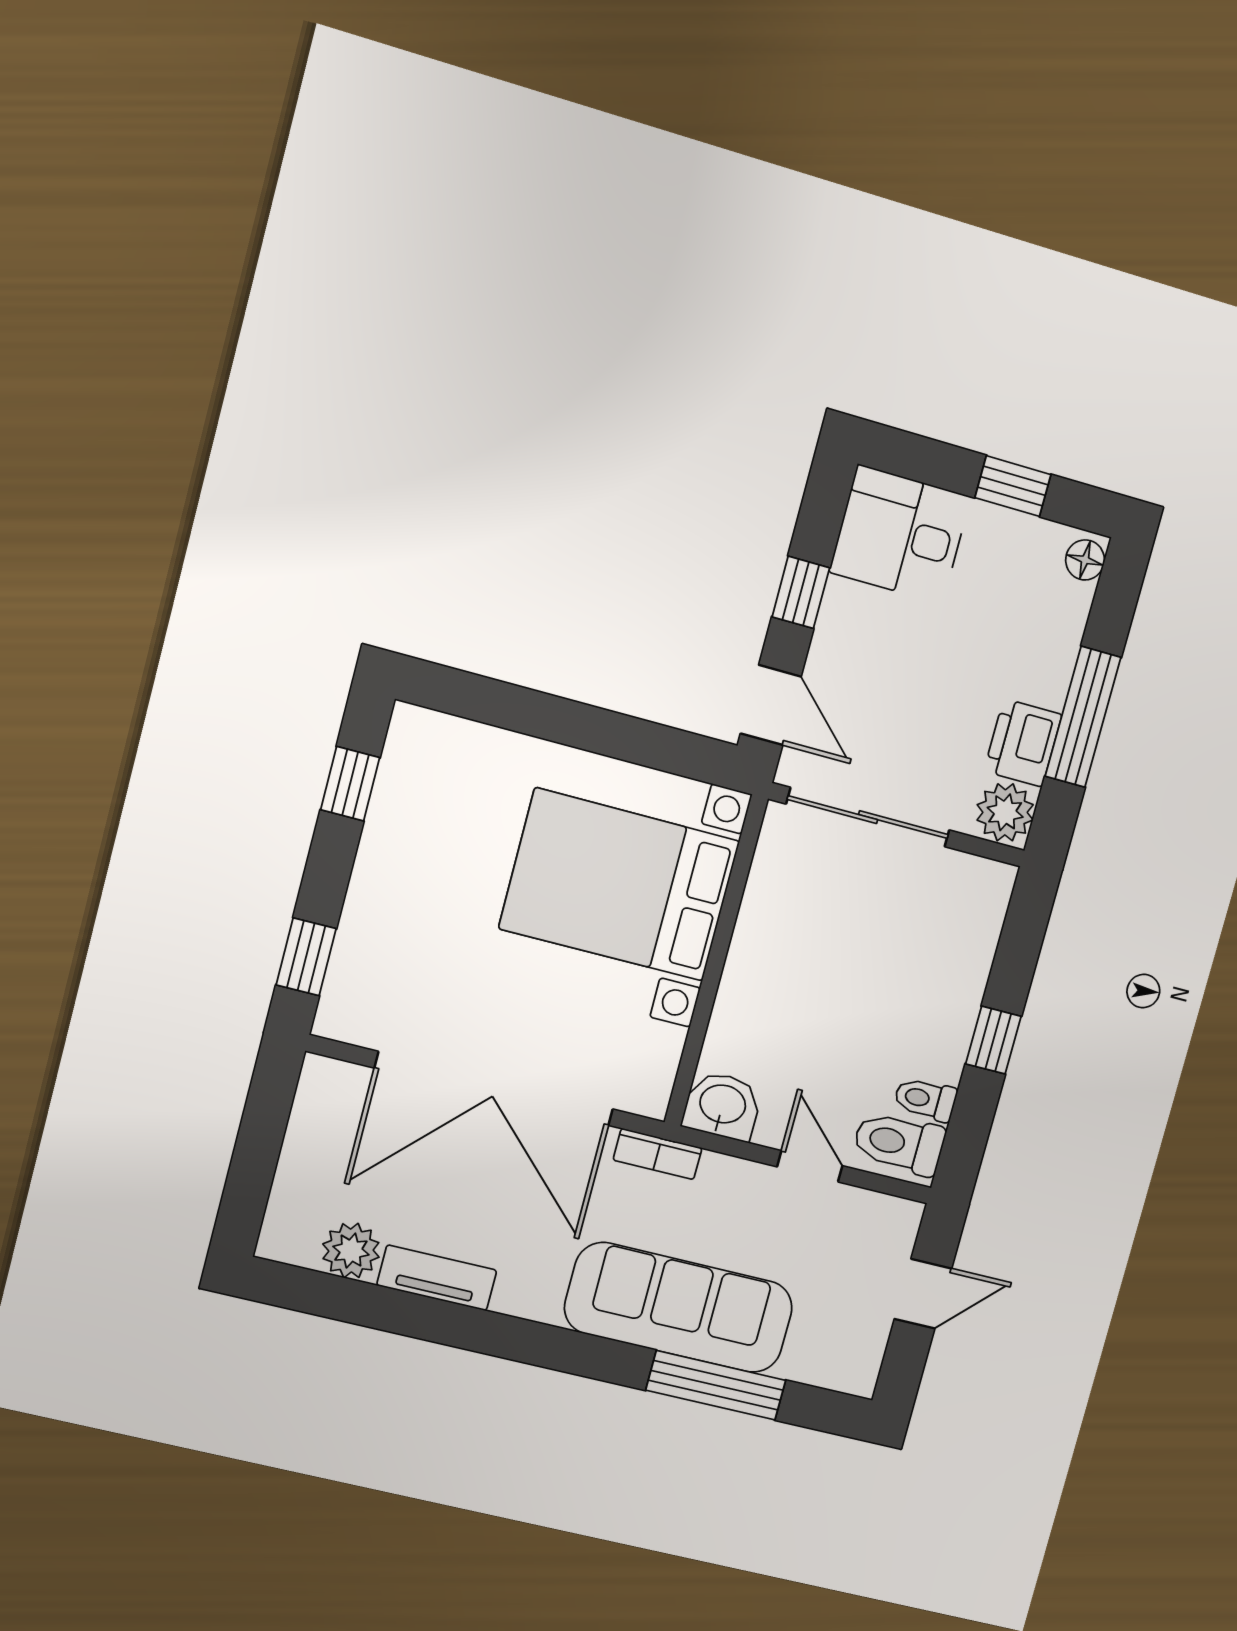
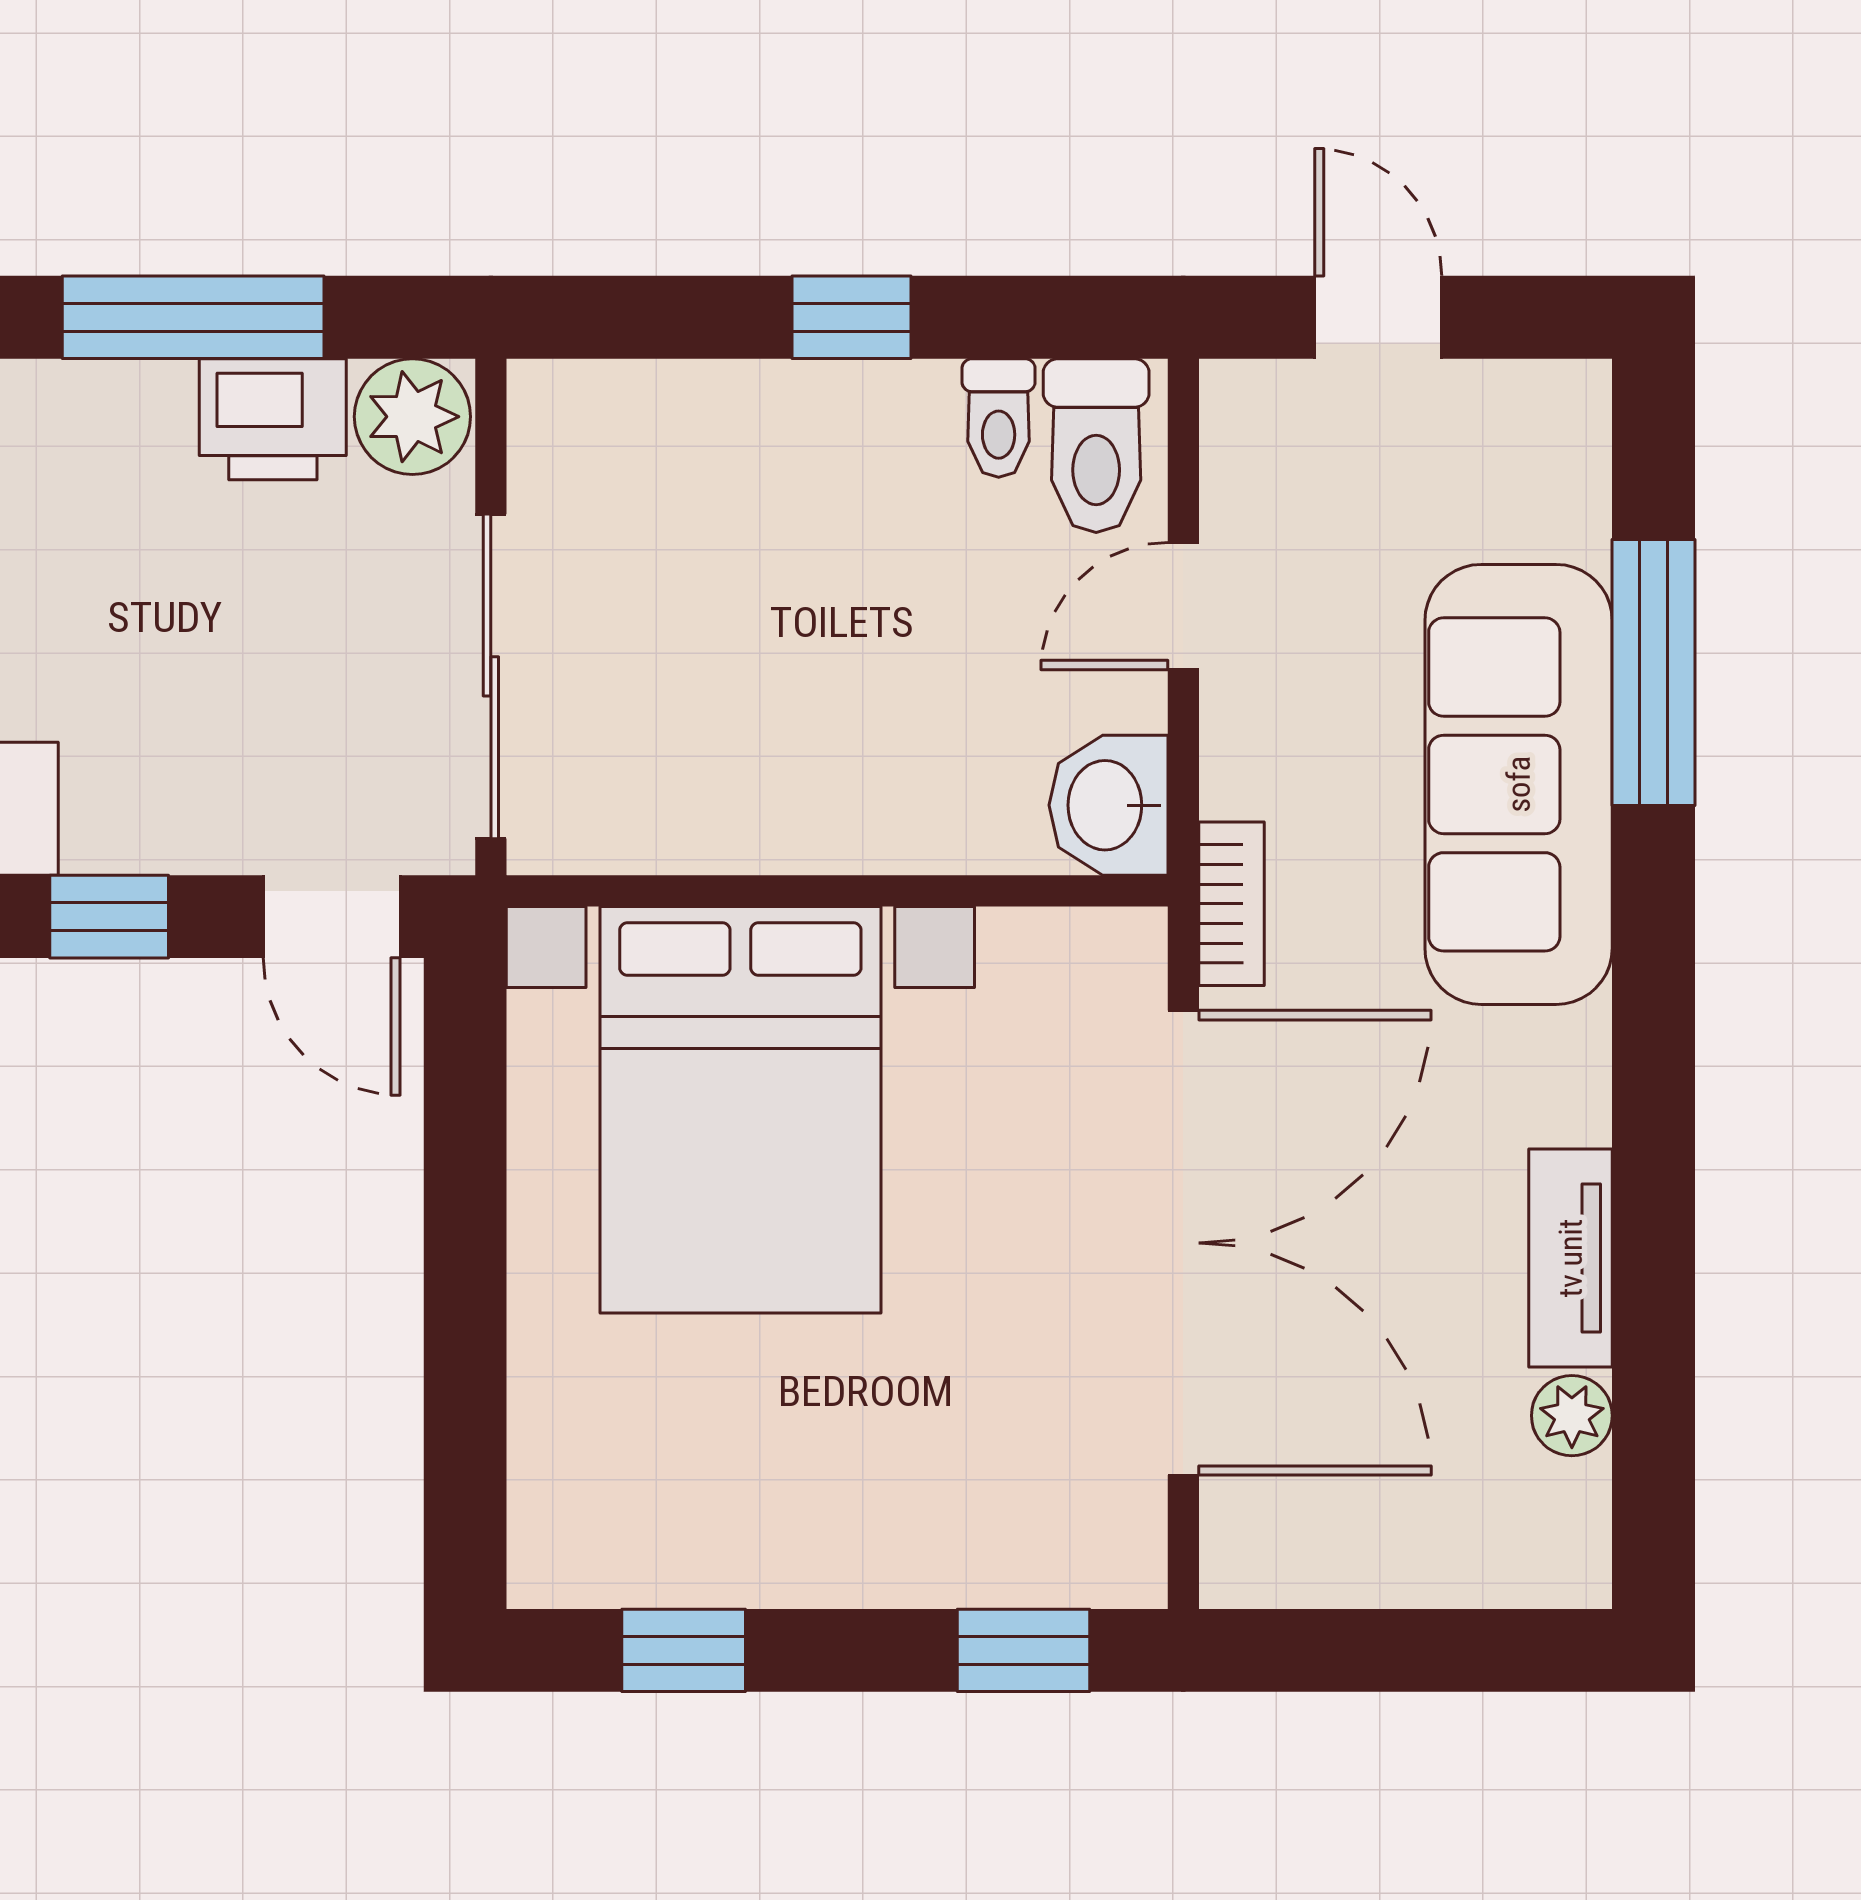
door: (771, 705) -> (332, 917), swing flipped
plant: (351, 1251) -> (1572, 1416), width x0.73, depth x0.73

